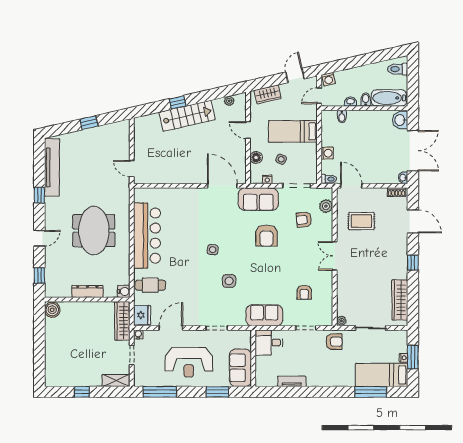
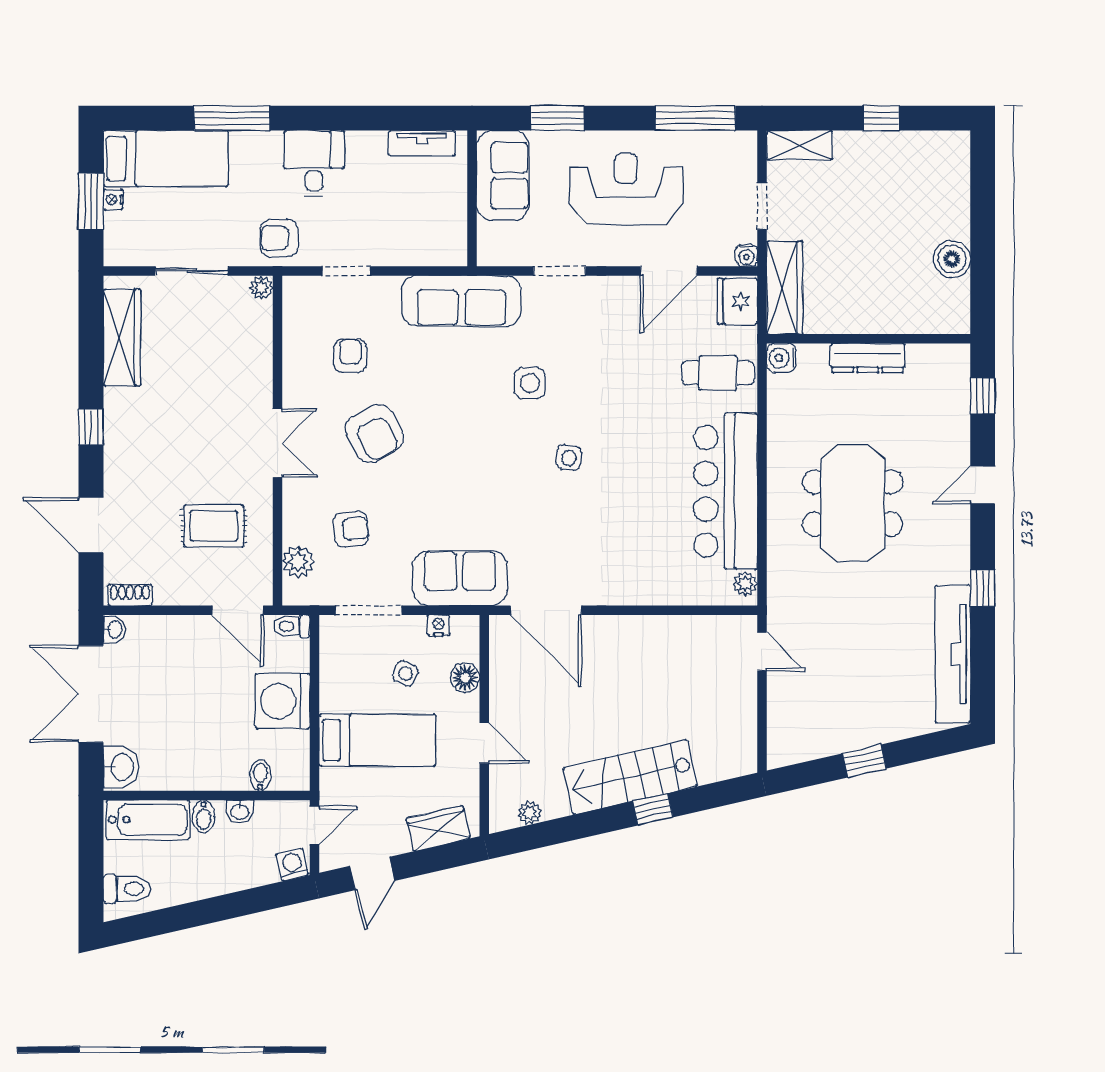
washing machine: (327, 153) -> (283, 701), width x1.89, depth x1.89
plant: (139, 197) -> (745, 584), added
armchair: (266, 236) -> (374, 433), moved, turned 152
boiler: (52, 310) -> (952, 259), moved
sofa: (264, 315) -> (461, 301), width x1.36
desk: (269, 343) -> (314, 163), moved, turned -90
tv unit: (292, 381) -> (422, 143), moved
window: (371, 392) -> (232, 118), moved

